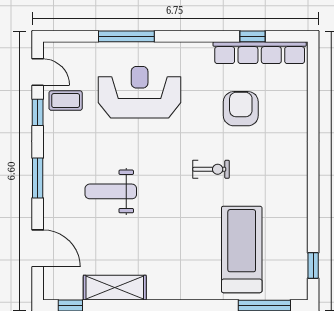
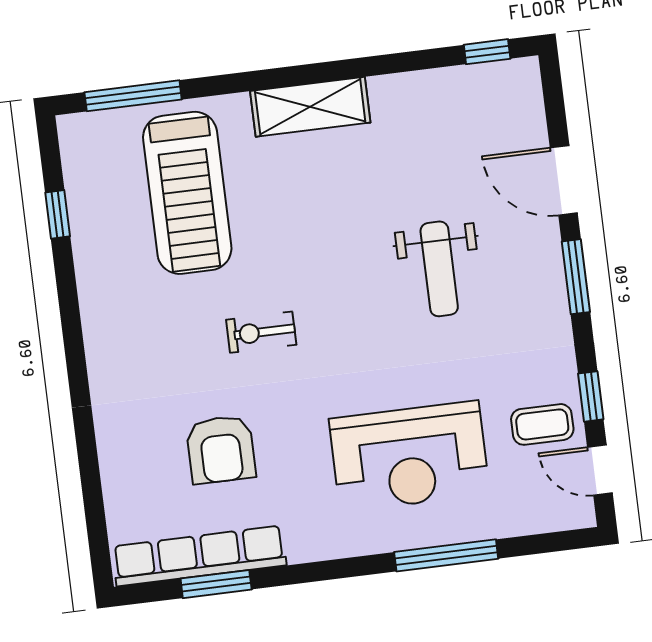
window: (252, 36) -> (216, 584), width x1.50
weight bench: (111, 191) -> (439, 269), turned 90
door: (38, 248) -> (564, 180), moved
window: (313, 266) -> (58, 214), moved
shelving: (115, 288) -> (310, 107), moved

